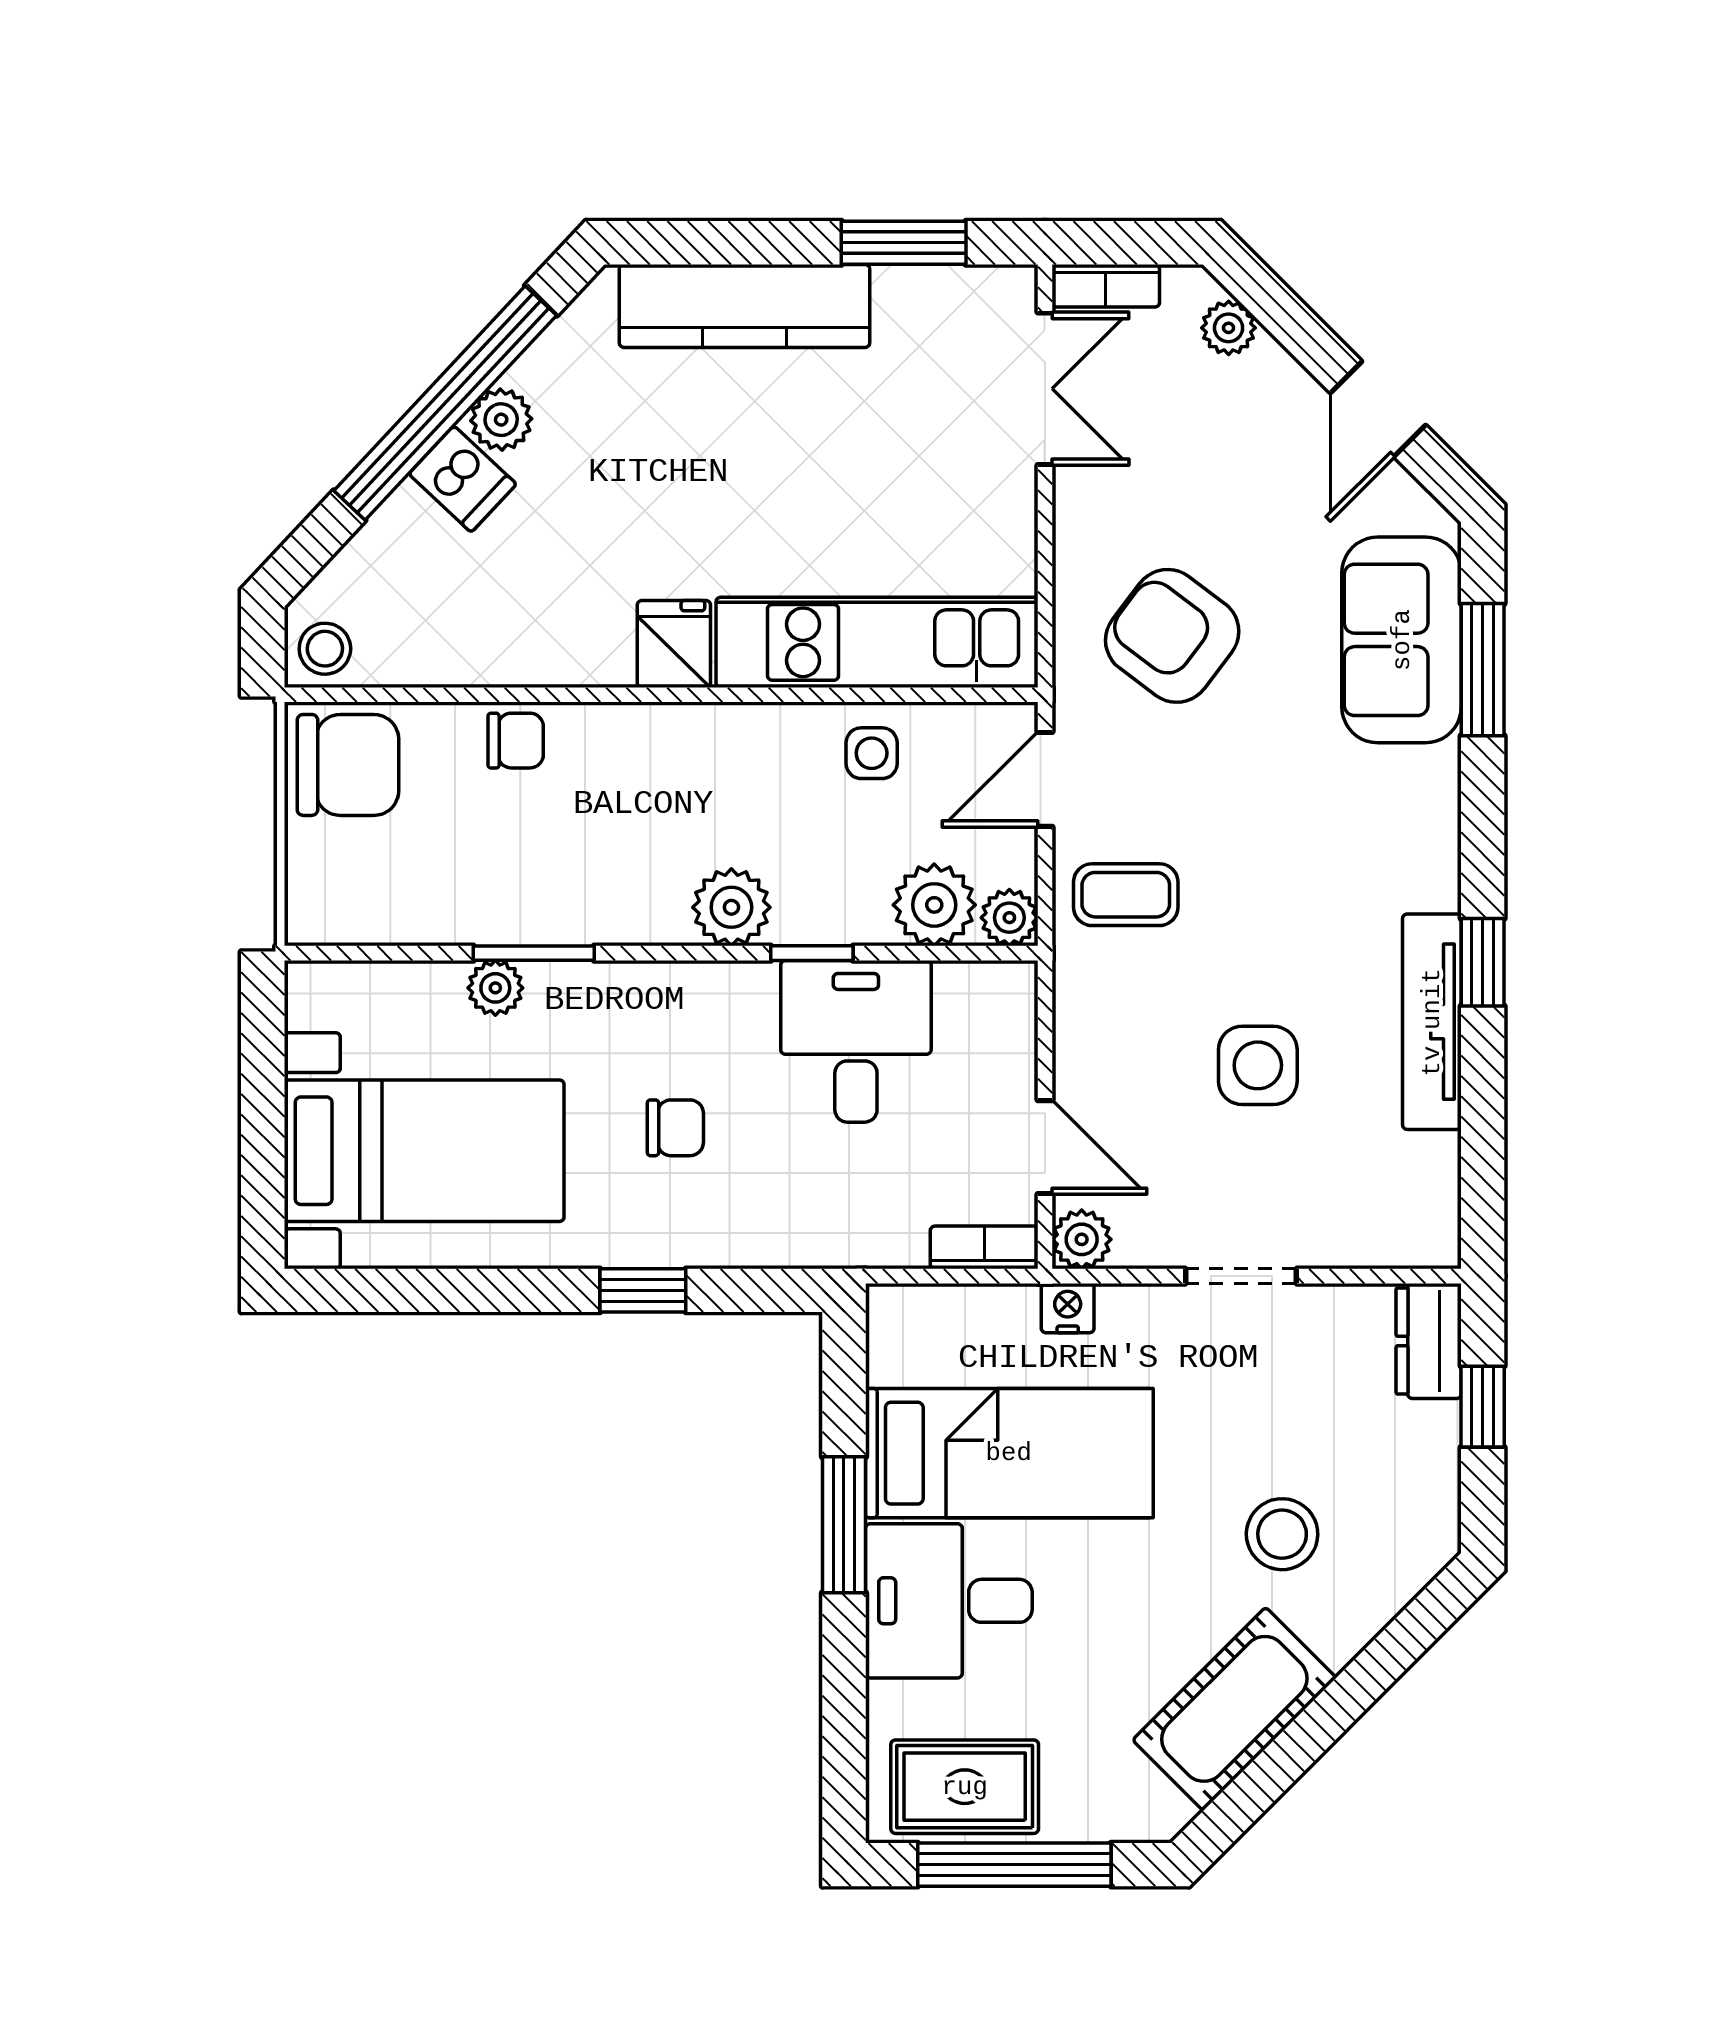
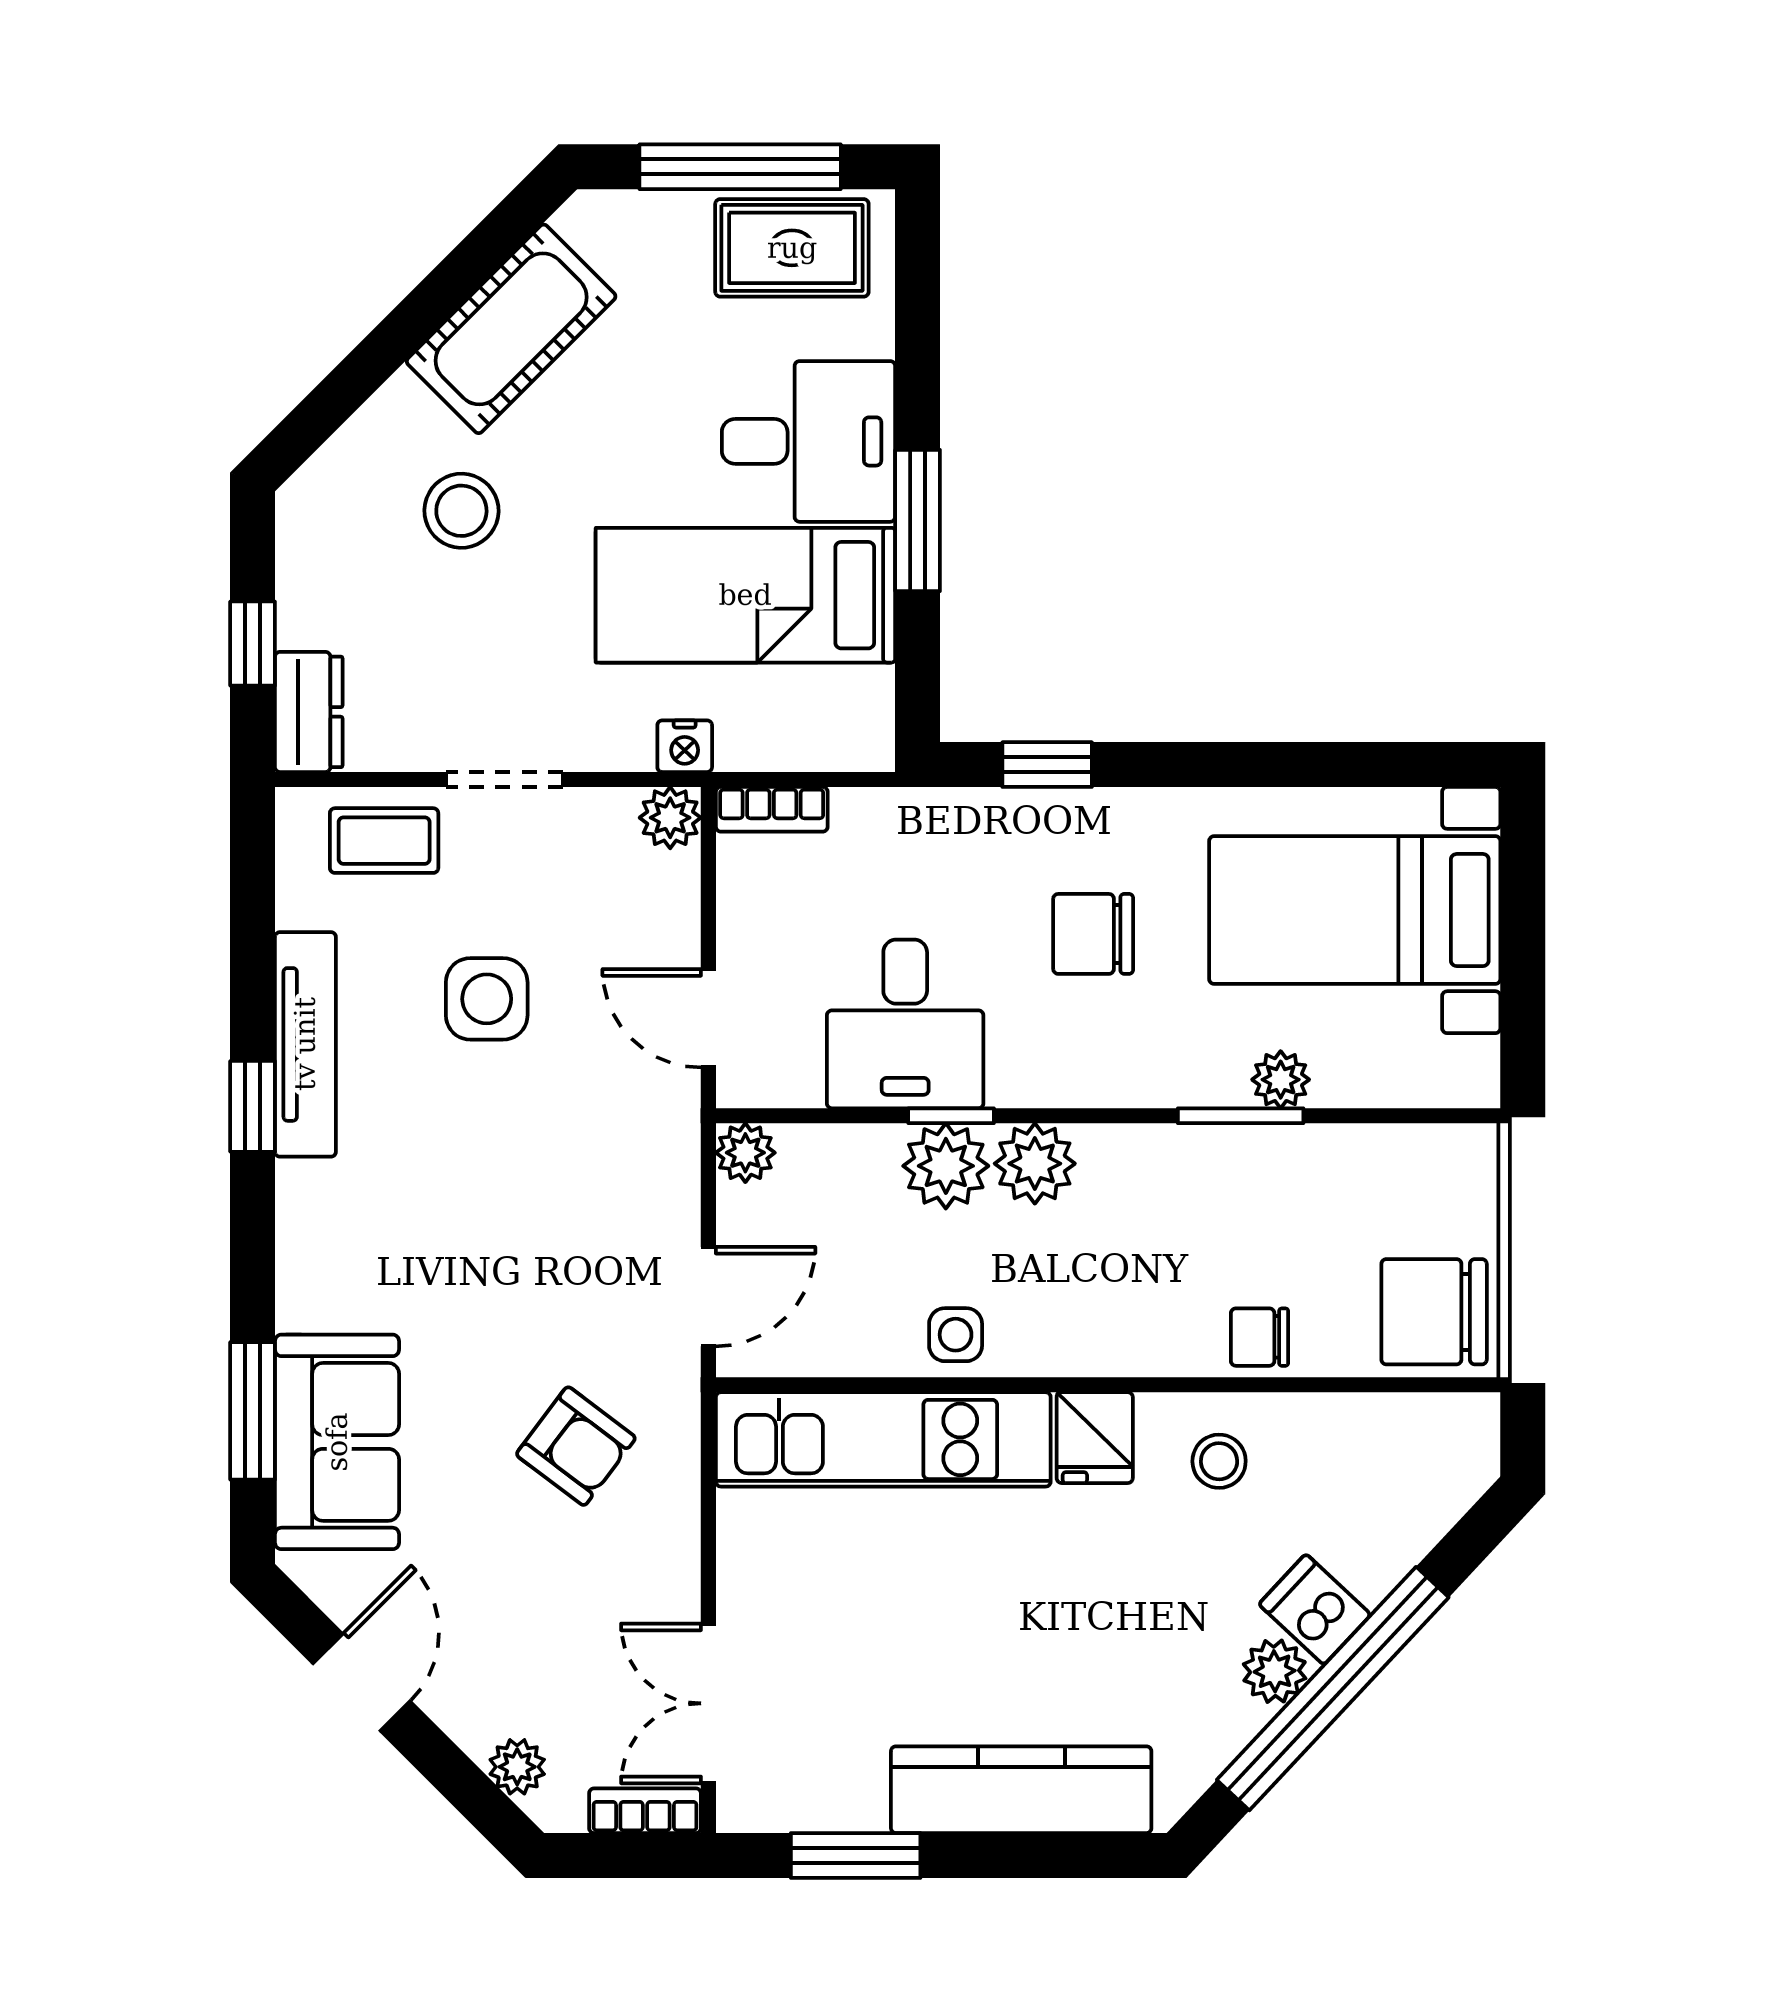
armchair: (1172, 636) -> (576, 1446), width x0.72, depth x0.72
stool: (325, 649) -> (1219, 1461), moved
side table: (872, 753) -> (956, 1335), moved
coffee table: (1126, 895) -> (384, 841), moved
plant: (934, 905) -> (946, 1166), moved
chair: (675, 1128) -> (1093, 934), width x1.37, depth x1.37
door: (1045, 1147) -> (708, 1018), moved
window: (643, 1290) -> (1047, 765), moved

